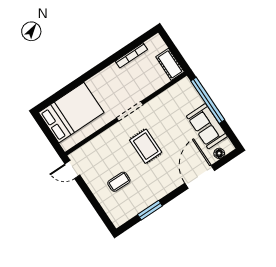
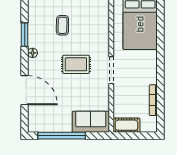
window: (208, 100) -> (62, 136), moved
sofa: (207, 126) -> (91, 122), moved
floor lamp: (219, 153) -> (33, 53), moved

